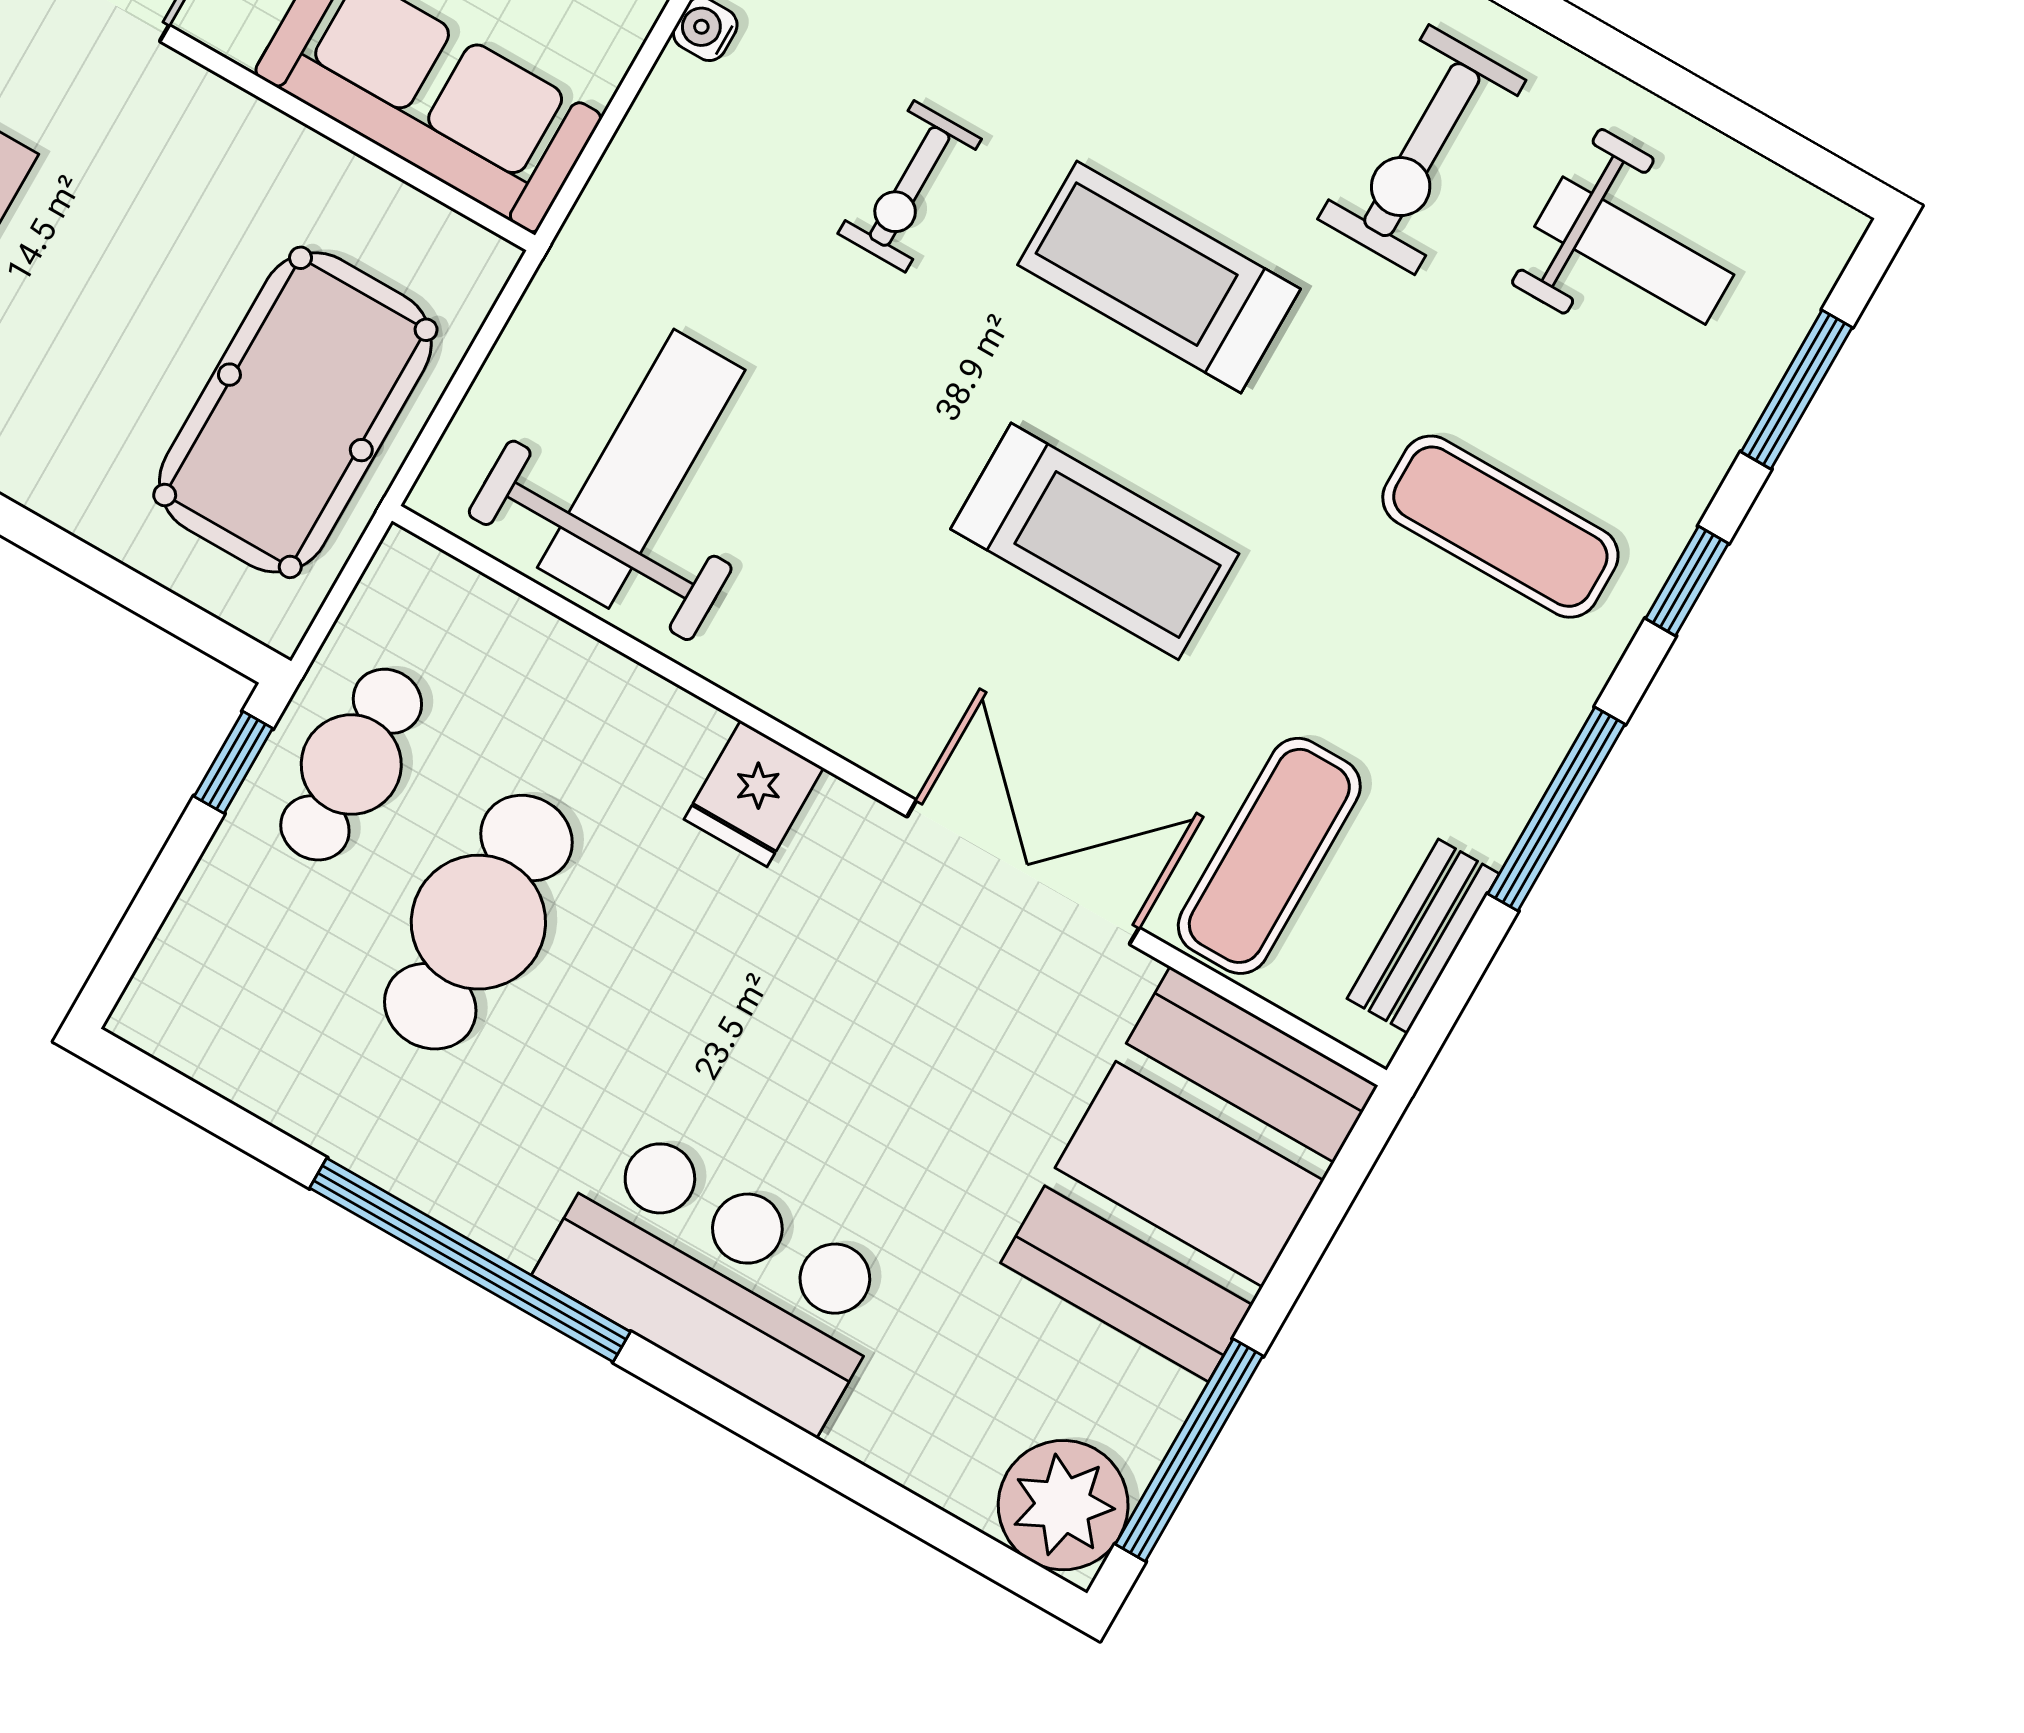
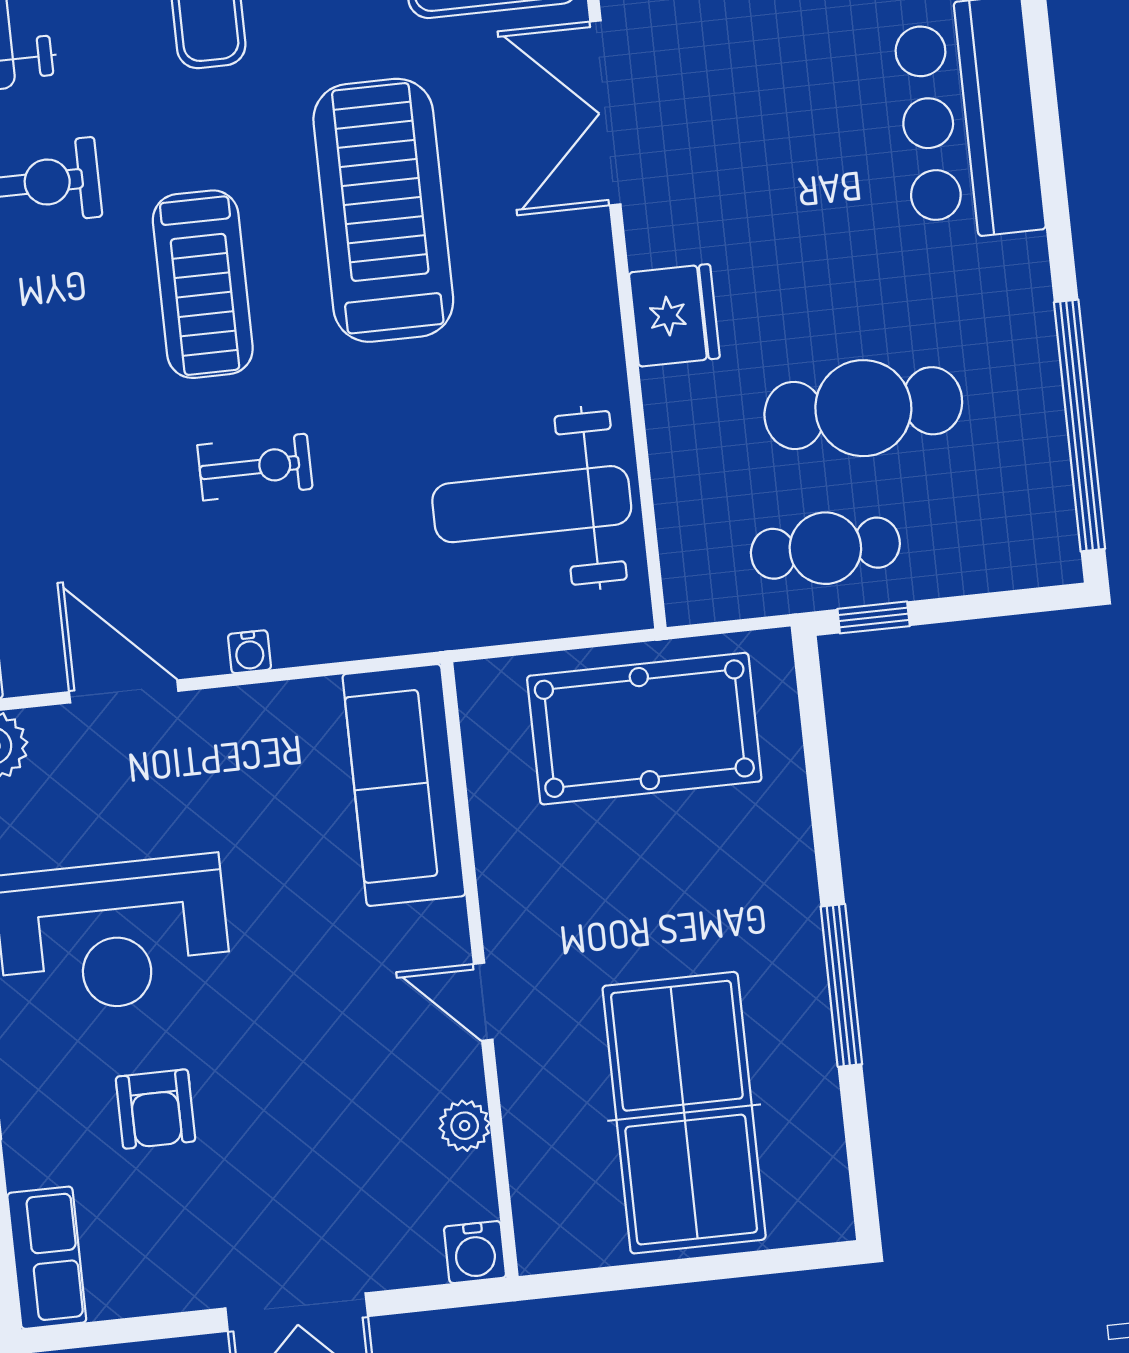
treadmill: (1095, 541) -> (383, 210), width x1.37, depth x1.38
fridge: (754, 794) -> (674, 315), width x1.38
window: (470, 1260) -> (1080, 425), moved

